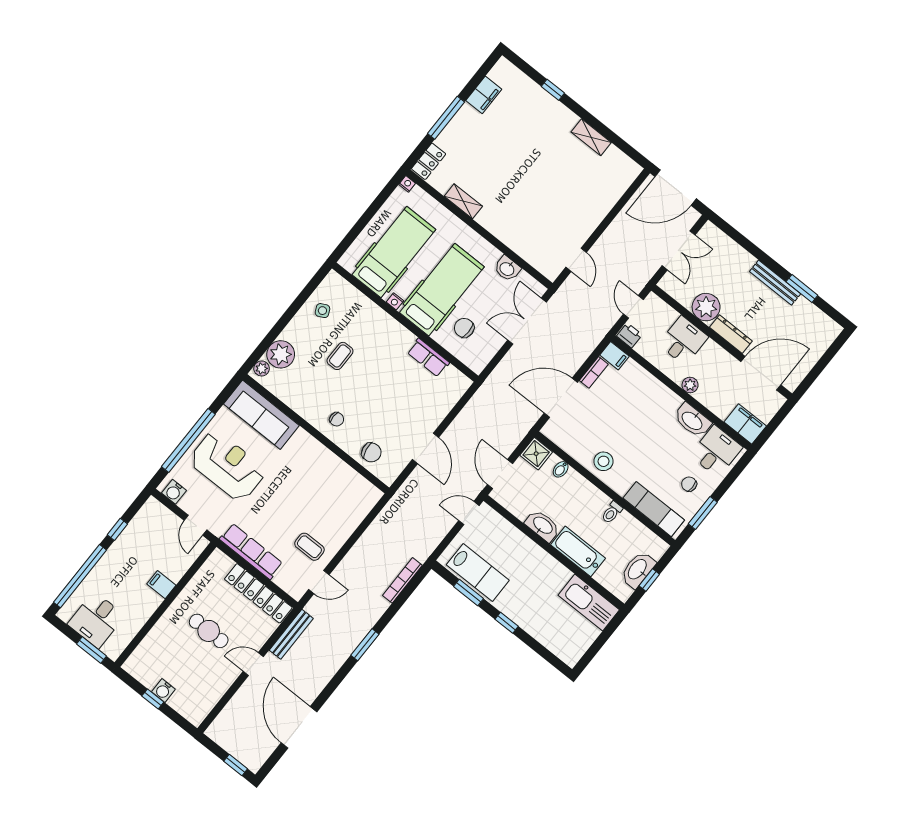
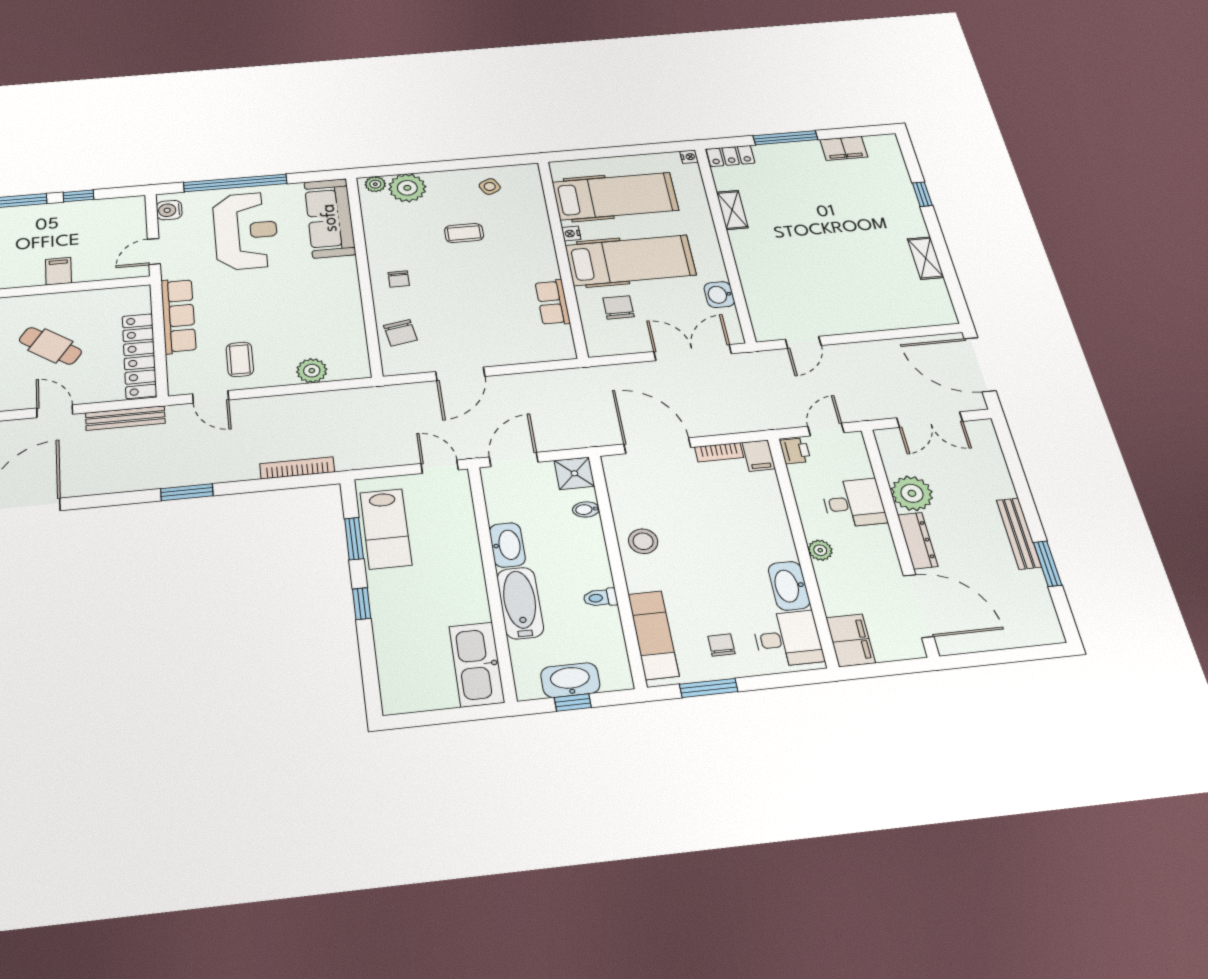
plant: (351, 518) -> (312, 371), added
cafe table: (209, 631) -> (50, 346), turned -55

